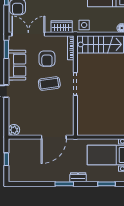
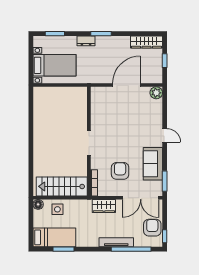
side table: (84, 25) -> (57, 209), moved
coffee table: (49, 84) -> (118, 144), removed
door: (54, 137) -> (126, 85), moved
wardrobe: (23, 176) -> (146, 42), added

